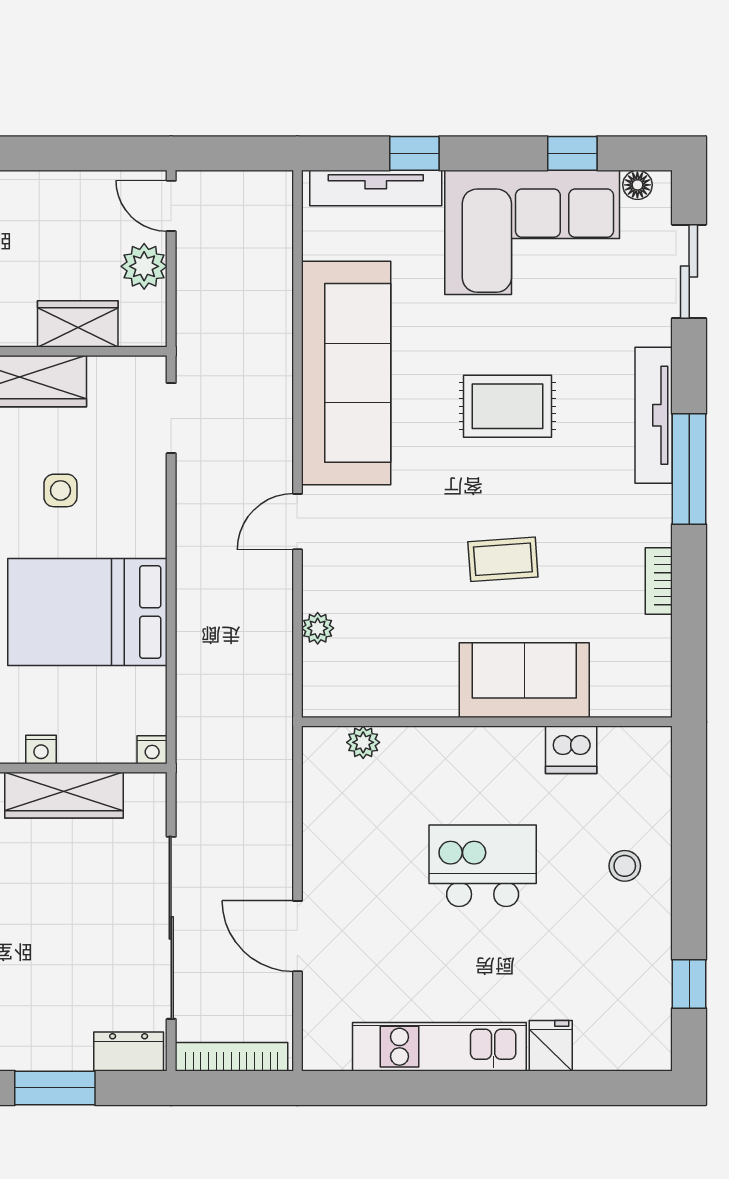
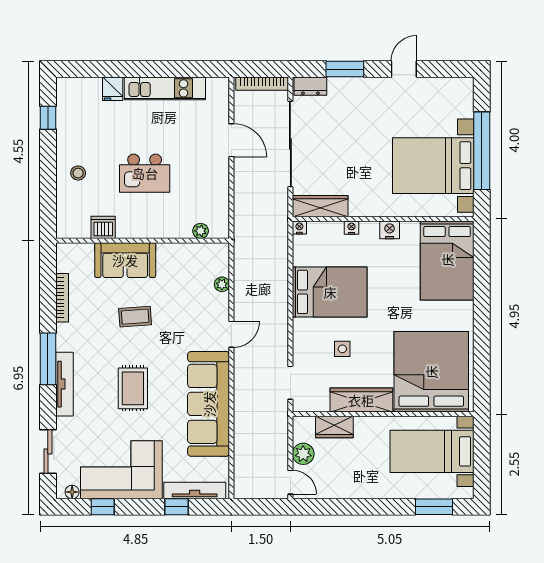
rug: (508, 406) -> (133, 388), turned 90
bookcase: (659, 581) -> (62, 298), width x1.56
wardrobe: (64, 795) -> (320, 206), moved

